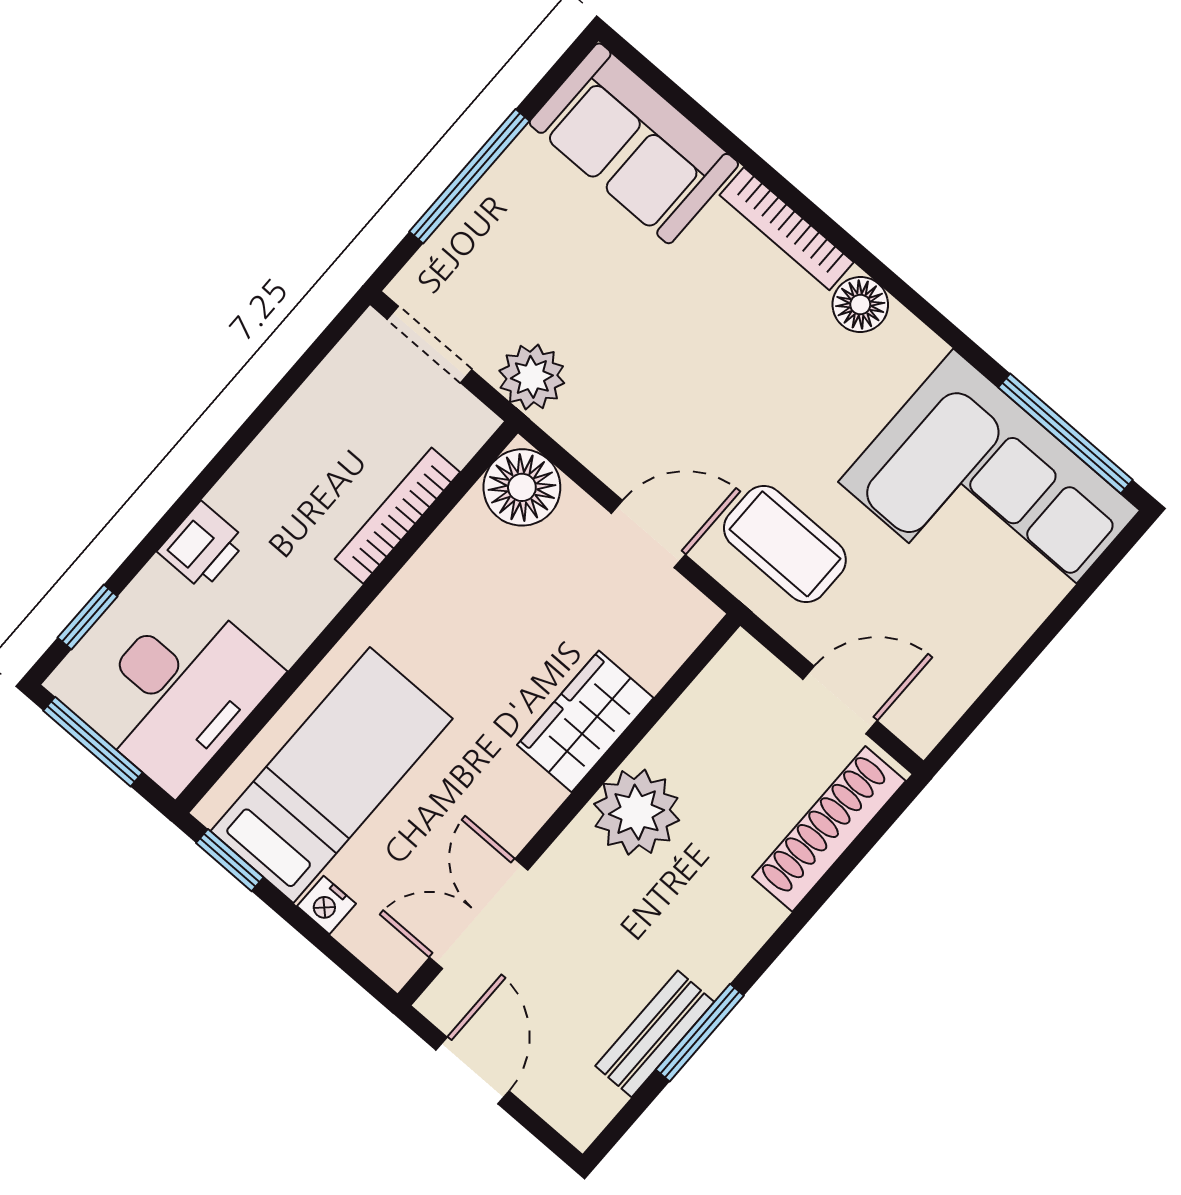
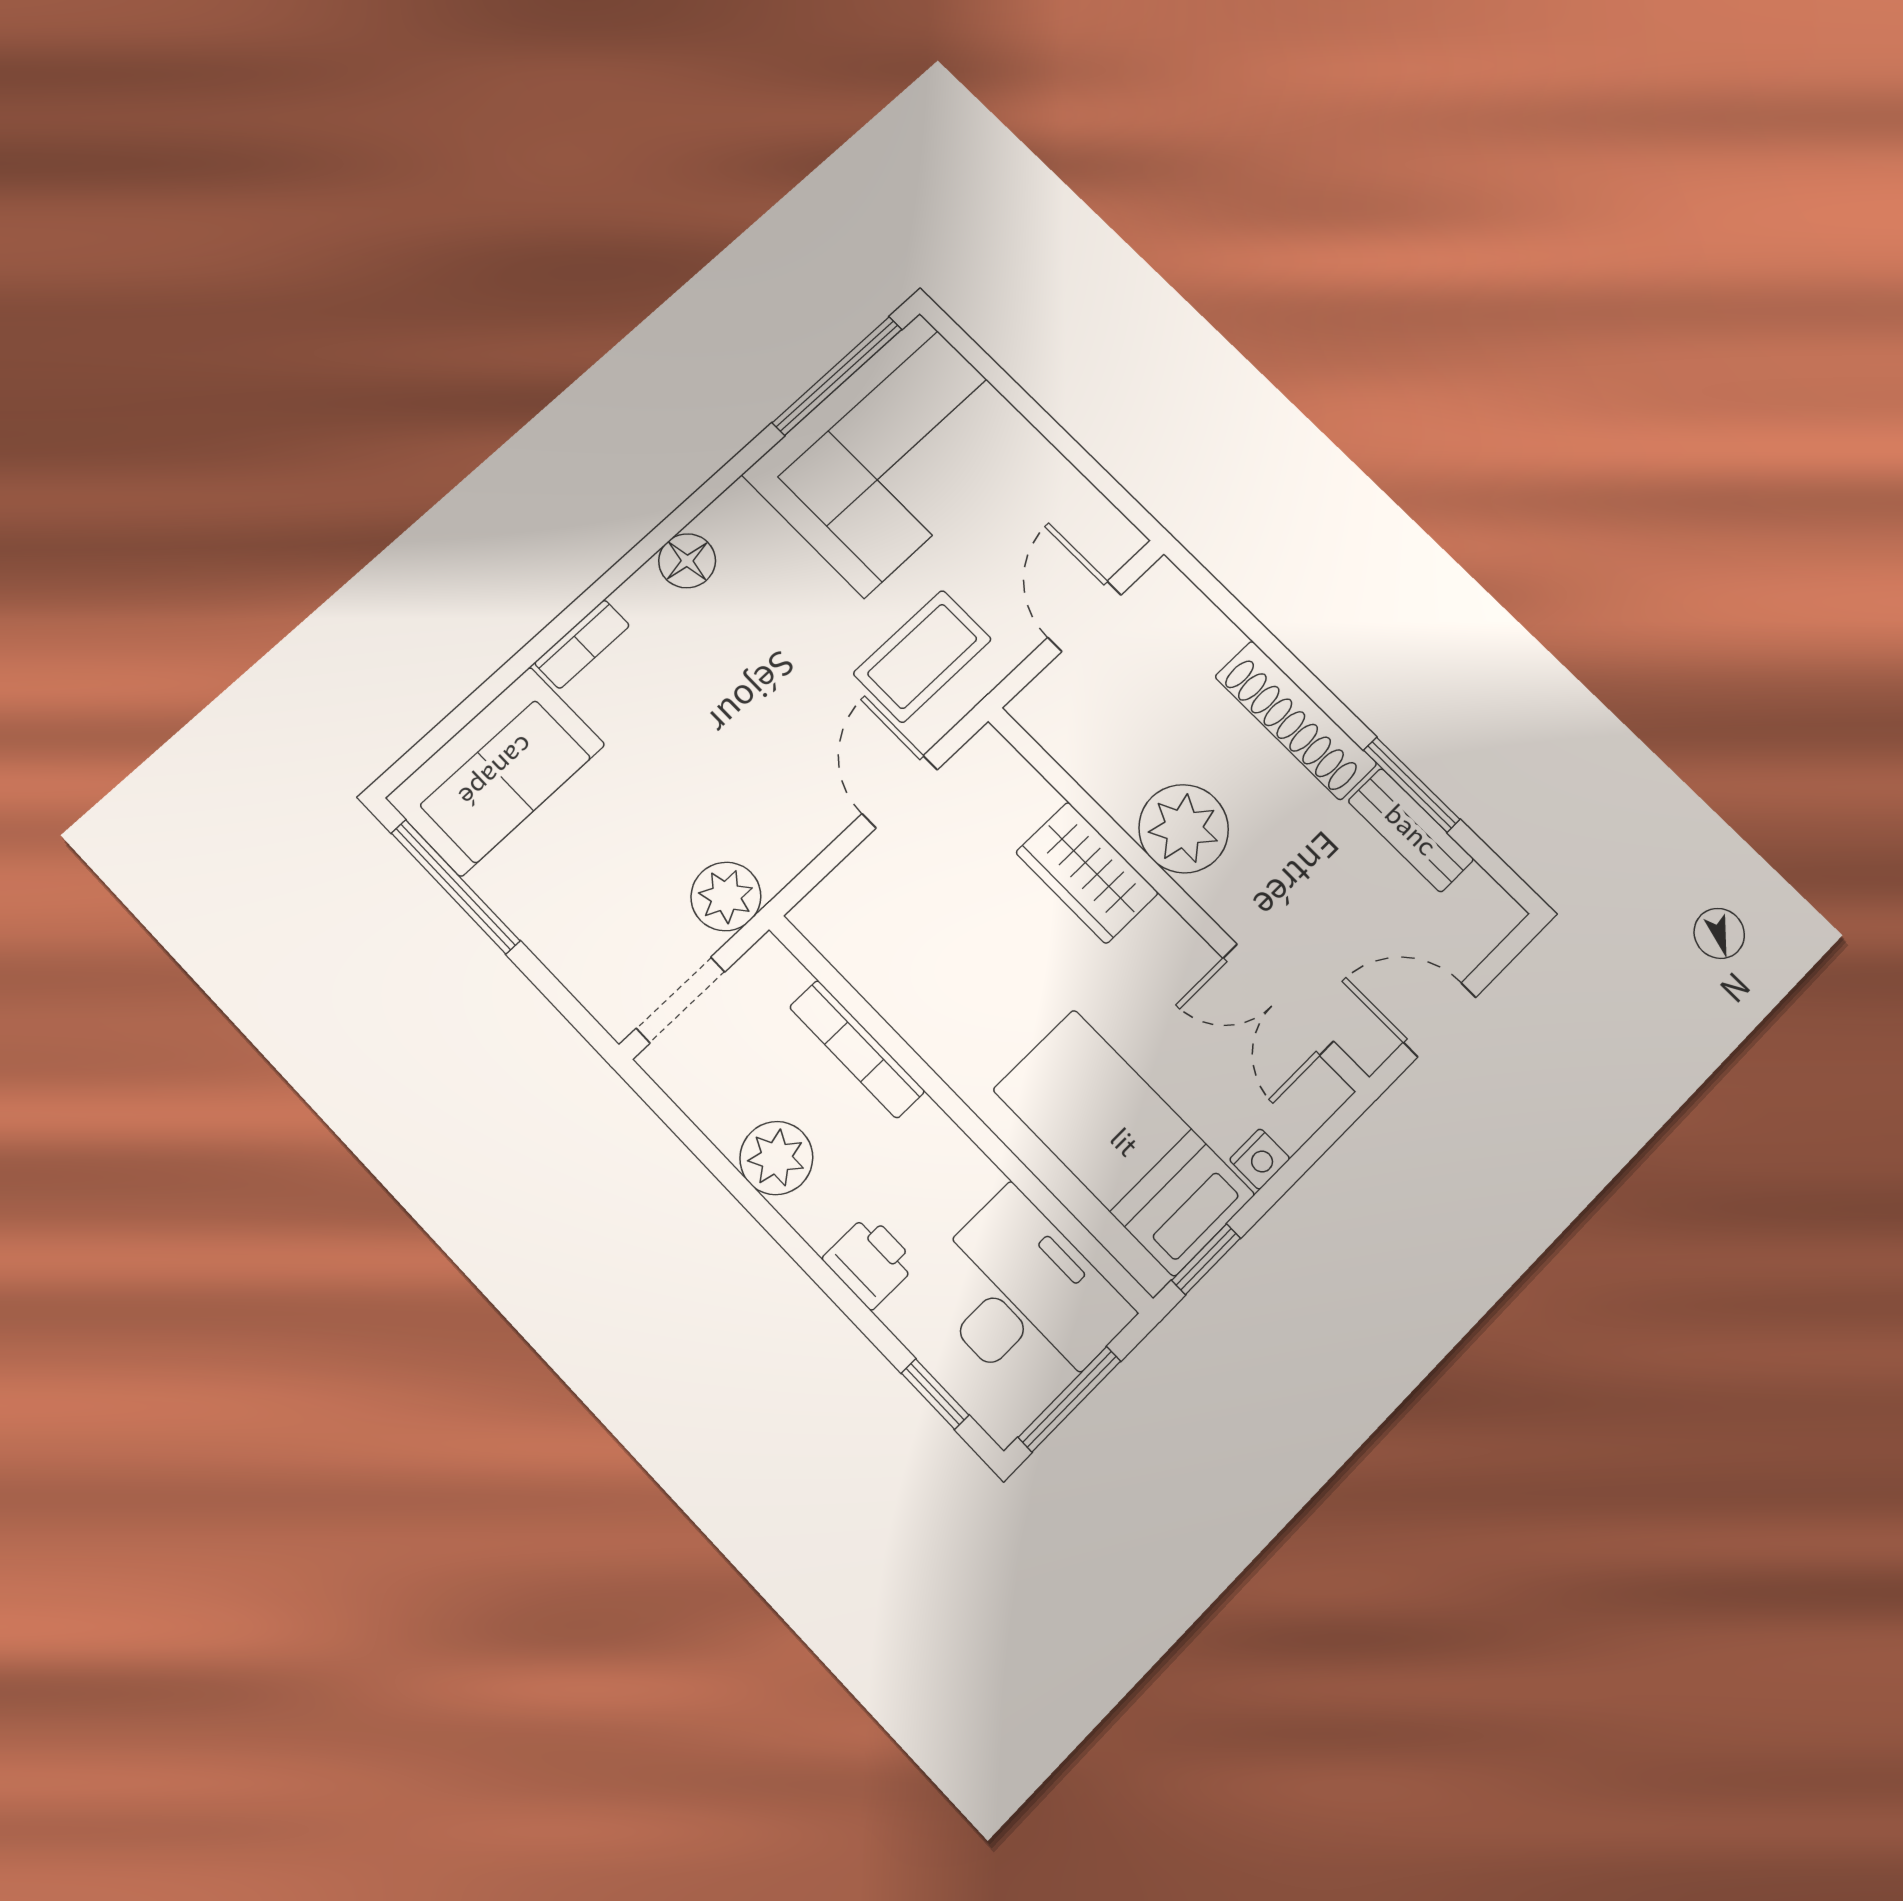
window: (469, 176) -> (455, 887), moved
bookcase: (787, 229) -> (582, 644), width x0.64
plant: (290, 450) -> (776, 1158), added
floor lamp: (522, 487) -> (840, 917), removed
shoe rack: (829, 829) -> (1296, 720), moved

